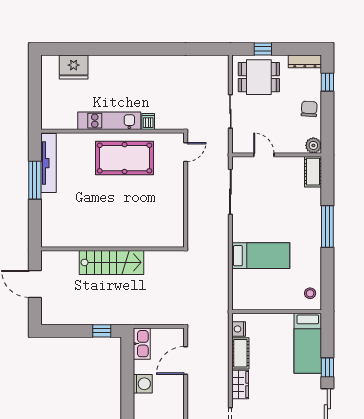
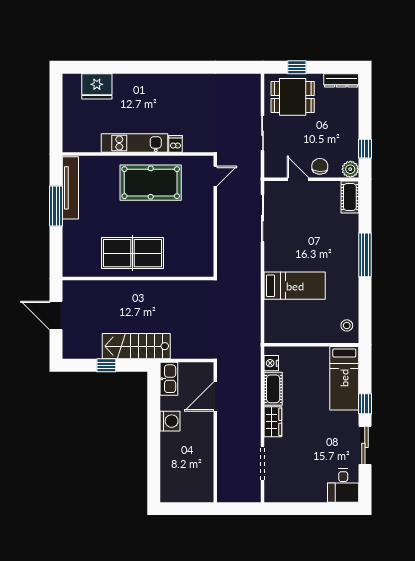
window: (327, 82) -> (365, 149), moved
chair: (309, 109) -> (320, 166), moved
table tennis table: (107, 225) -> (133, 253), added
stairs: (111, 262) -> (136, 346), moved, turned 180
window: (102, 331) -> (106, 365), moved

